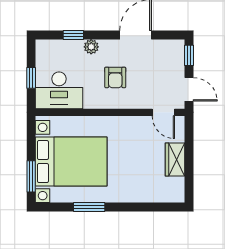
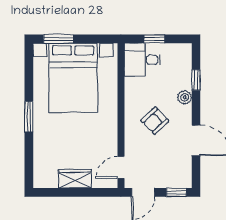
armchair: (115, 77) -> (155, 121), turned -43
desk: (59, 90) -> (142, 60), width x0.73
window: (89, 207) -> (29, 117), moved

